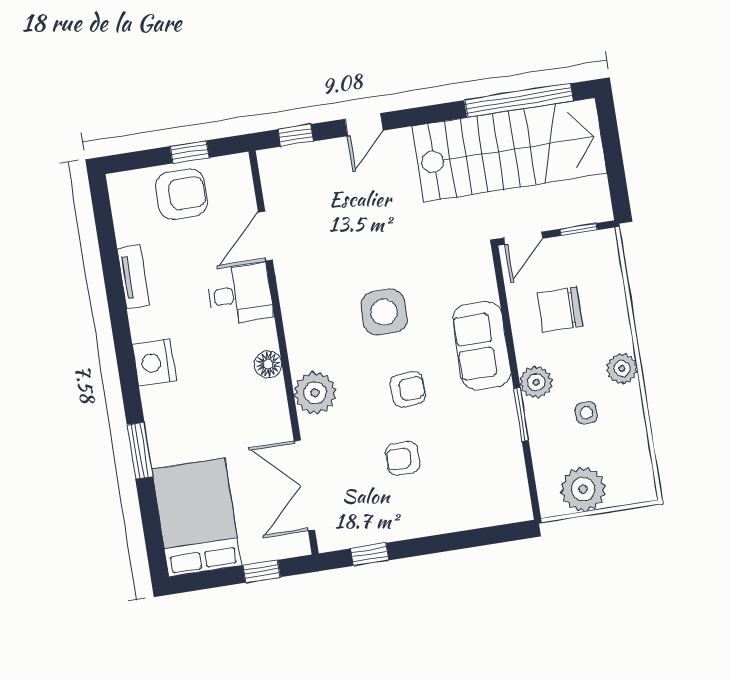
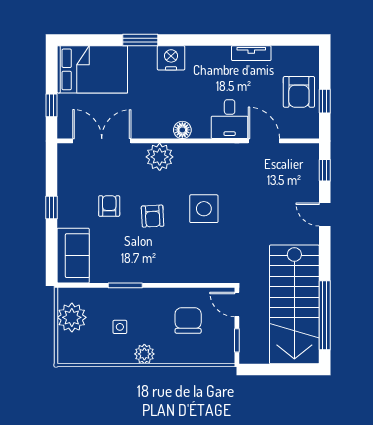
sofa: (482, 346) -> (73, 256), moved, turned 90
nightstand: (154, 363) -> (171, 58), moved
plant: (536, 382) -> (144, 298), removed
window: (370, 554) -> (52, 207), moved

